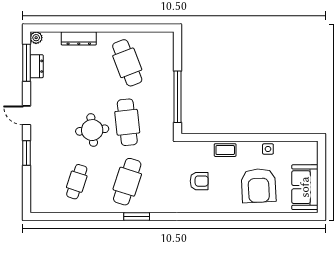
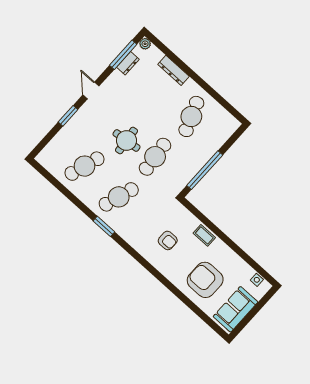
side table: (268, 149) -> (257, 280), moved
cafe table: (77, 182) -> (85, 166), width x1.37, depth x1.35
armchair: (259, 186) -> (205, 280), turned 93

